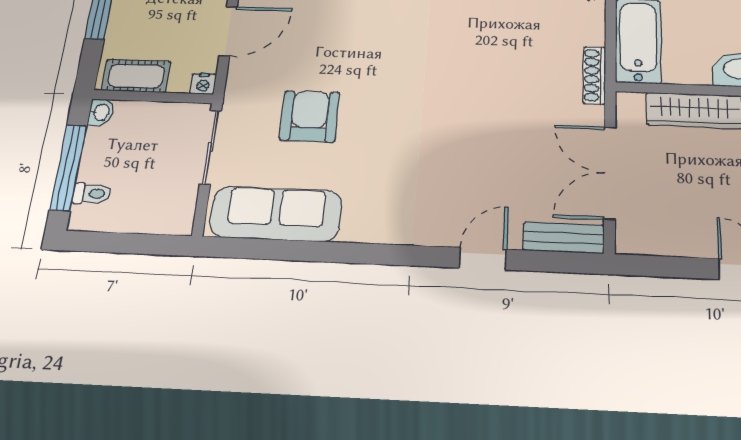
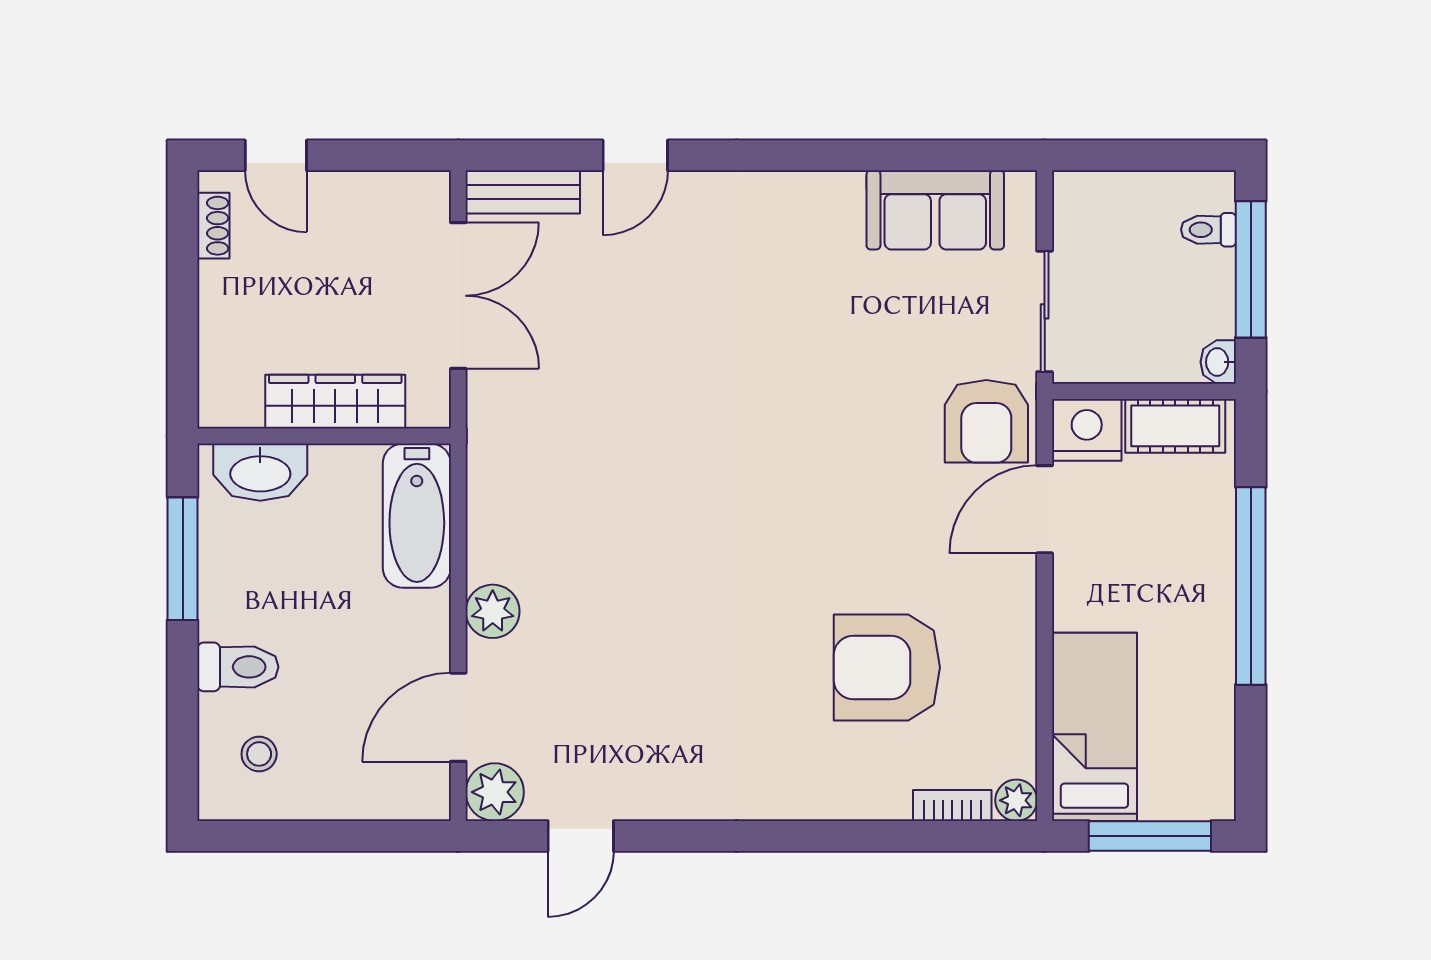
shoe rack: (594, 75) -> (482, 455), removed
nightstand: (203, 84) -> (1087, 430), width x1.89, depth x1.79
armchair: (310, 116) -> (986, 421), moved
sofa: (276, 214) -> (935, 210), width x0.73

